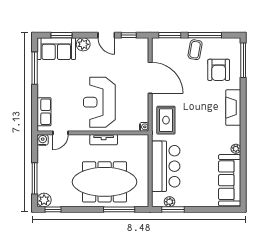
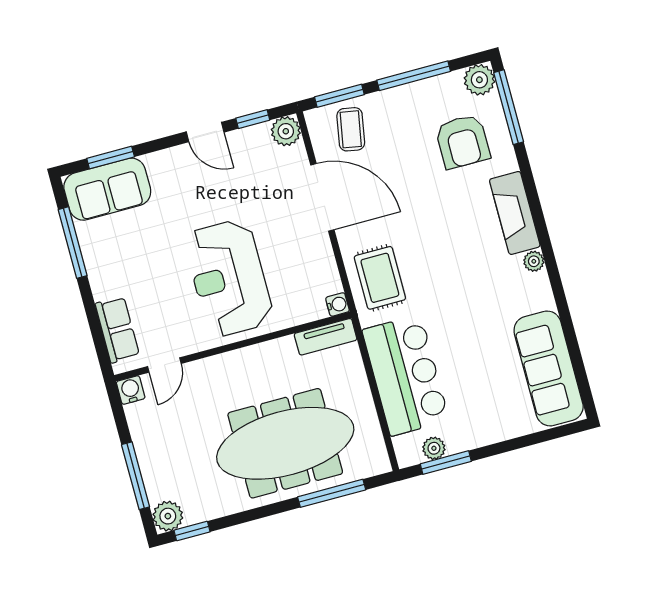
plant: (83, 44) -> (286, 131), moved
plant: (233, 45) -> (479, 80), added
coffee table: (195, 50) -> (351, 129), moved
tv unit: (104, 140) -> (326, 337), moved
plant: (236, 149) -> (534, 261), moved

